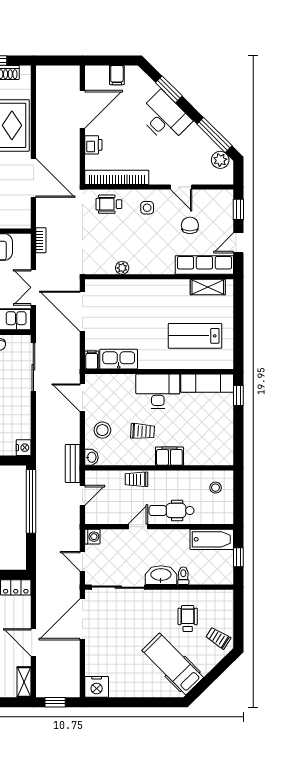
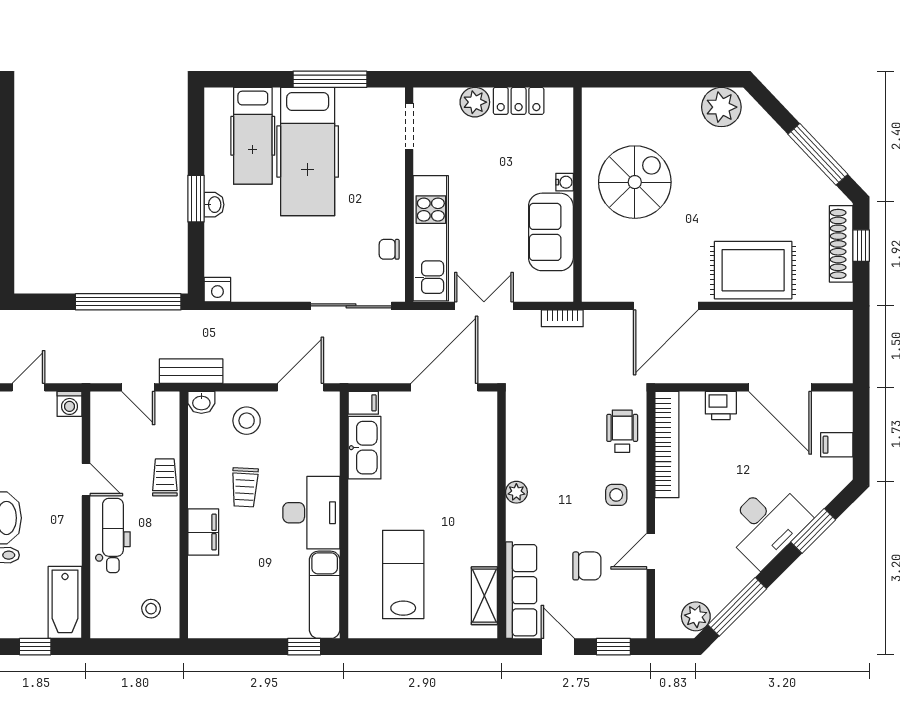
plant: (122, 268) -> (516, 492), moved

